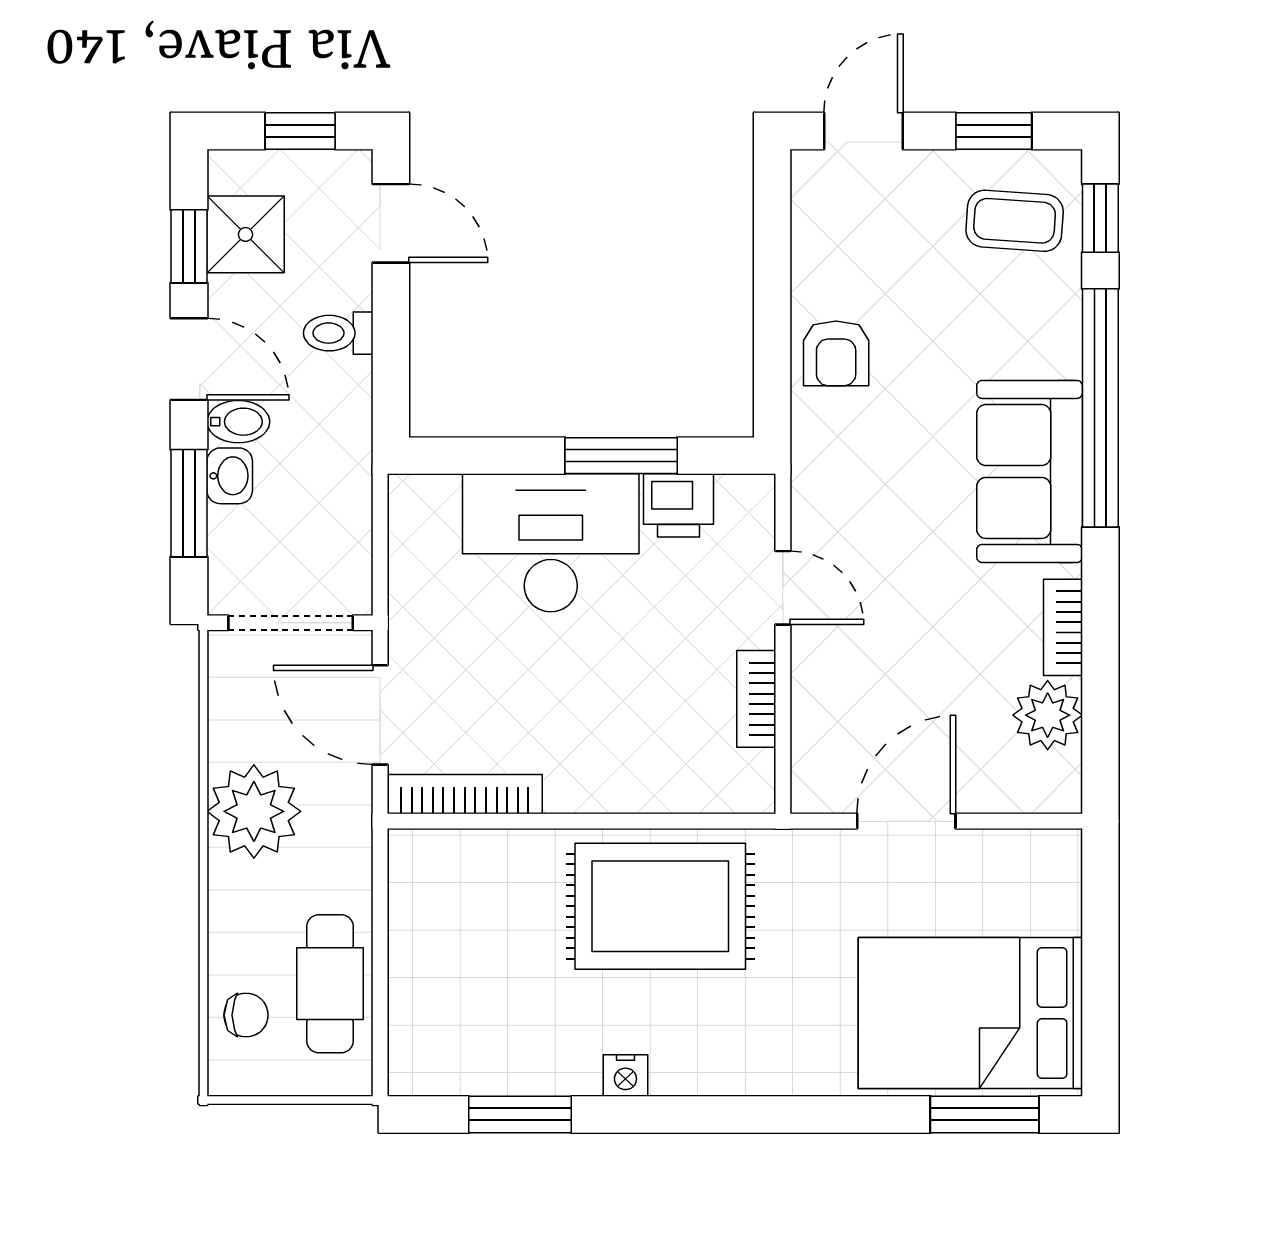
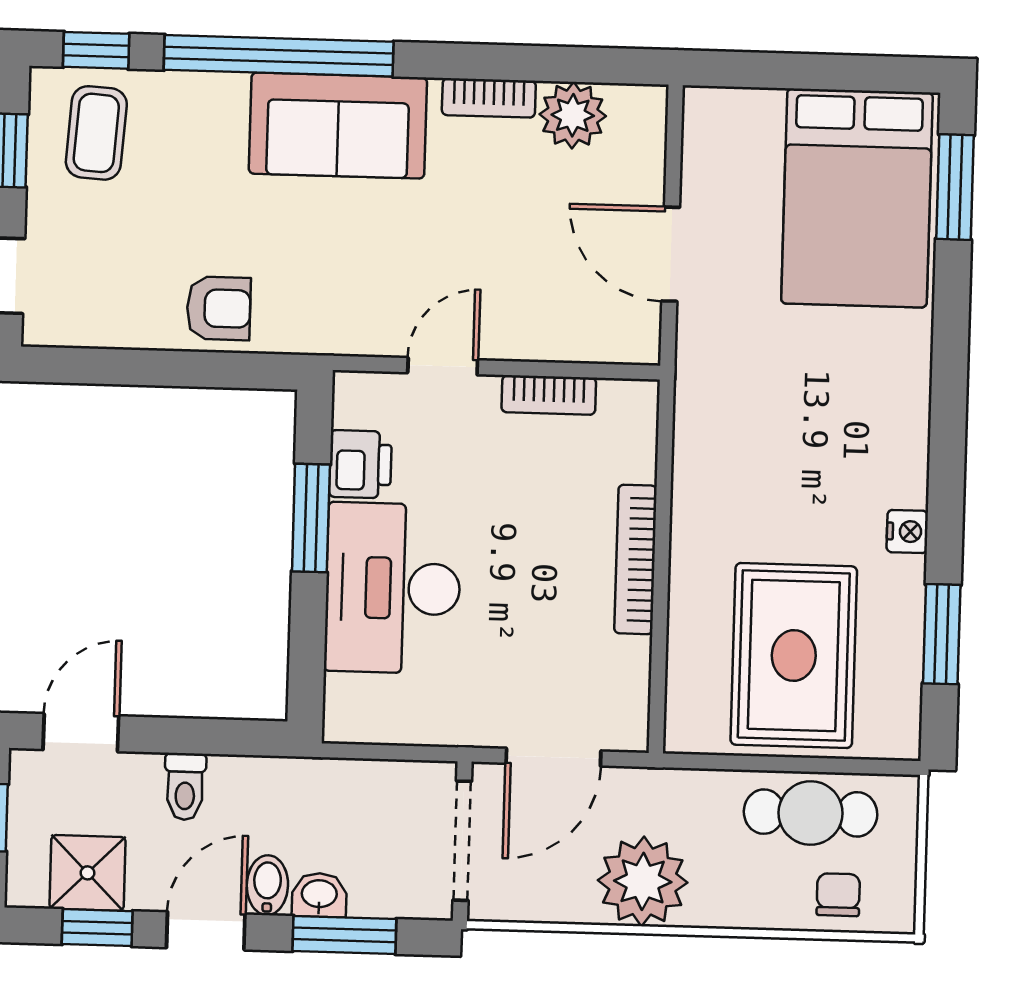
bookcase: (465, 794) -> (636, 559), moved
rug: (660, 906) -> (794, 656), moved

